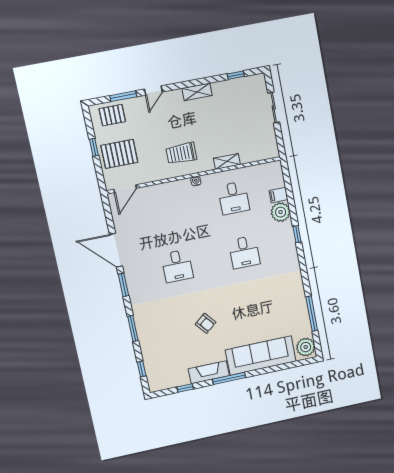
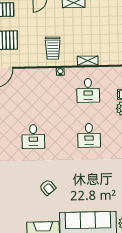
trolley: (181, 153) -> (53, 48), turned -90

